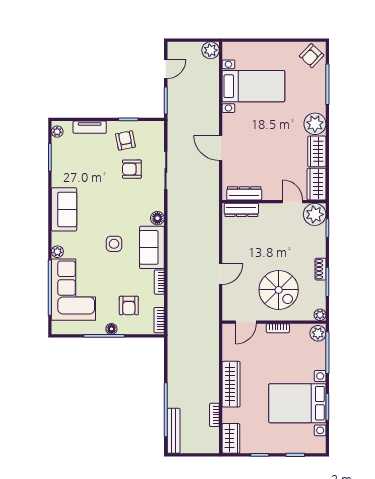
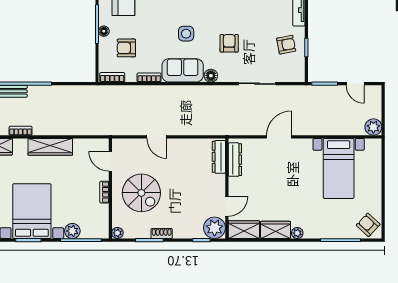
plant: (315, 124) -> (297, 233), width x0.53, depth x0.53
armchair: (132, 169) -> (229, 43), moved
spiral stairs: (279, 290) -> (141, 193), turned -90
plant: (318, 333) -> (72, 231), moved

